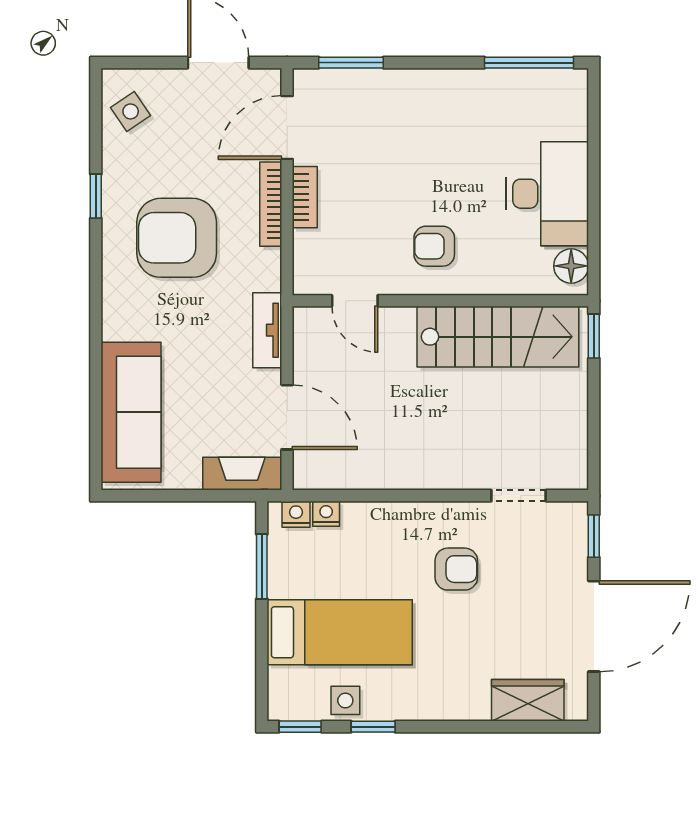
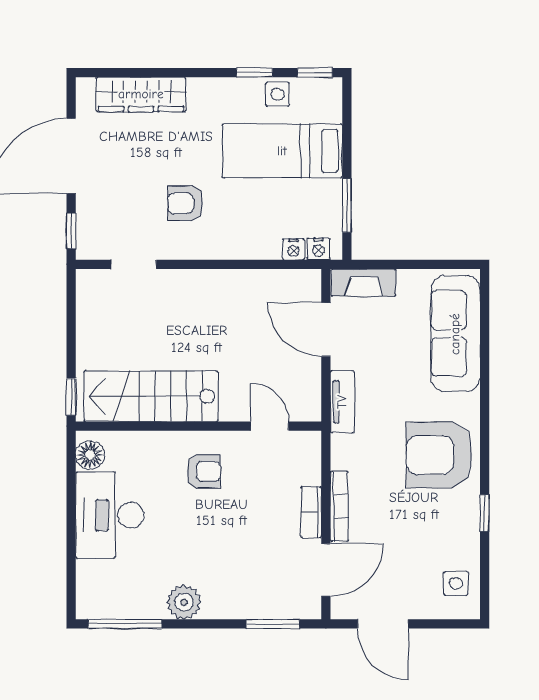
plant: (458, 89) -> (184, 602), added
side table: (131, 111) -> (456, 583), turned 34
armchair: (177, 238) -> (439, 455), moved, turned 180
wardrobe: (528, 700) -> (141, 94), width x1.50

